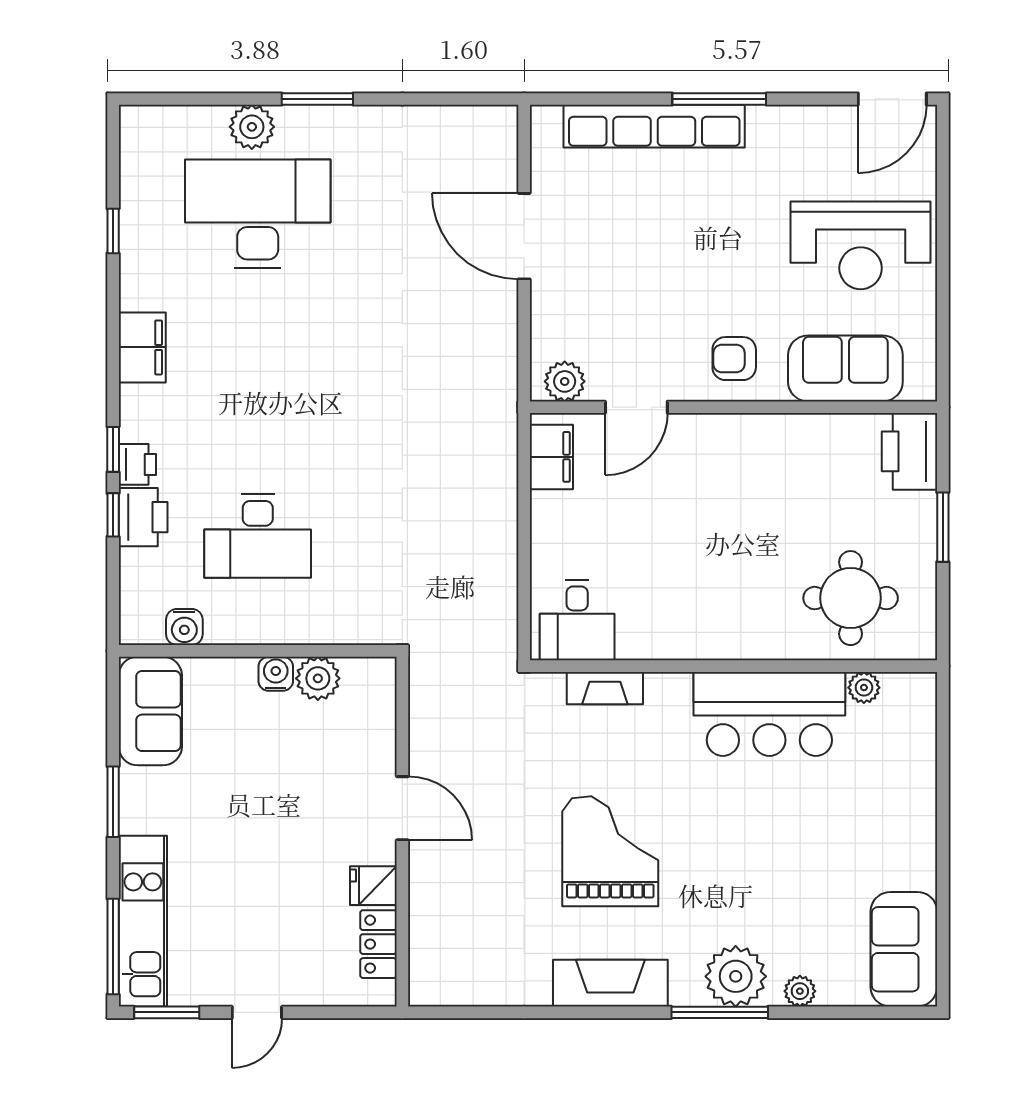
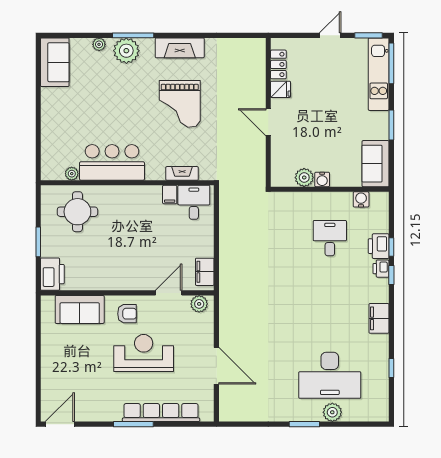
reception desk: (861, 245) -> (144, 353), moved
desk: (258, 536) -> (330, 238), width x0.73
filing cabinet: (634, 638) -> (170, 195), added

